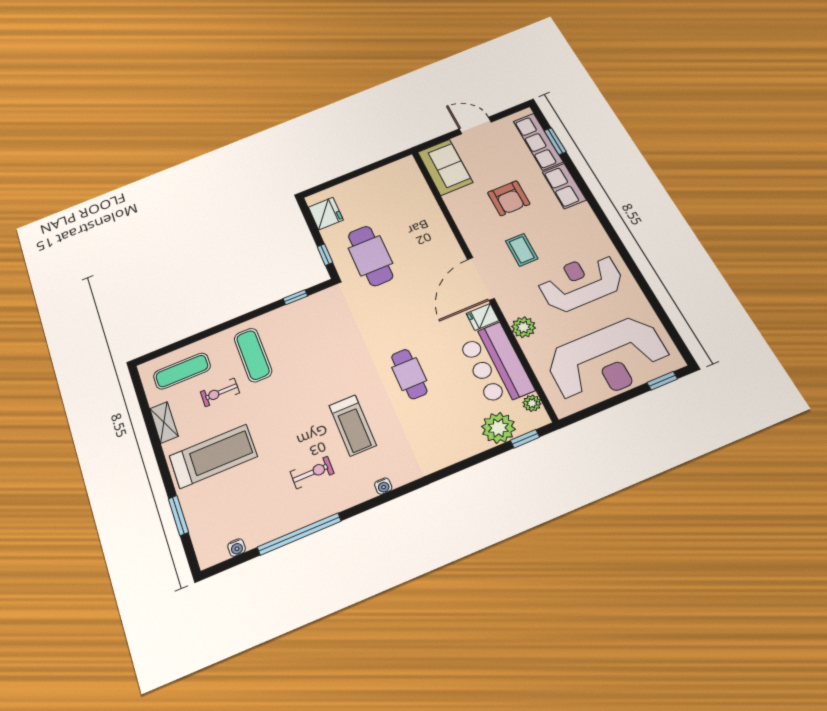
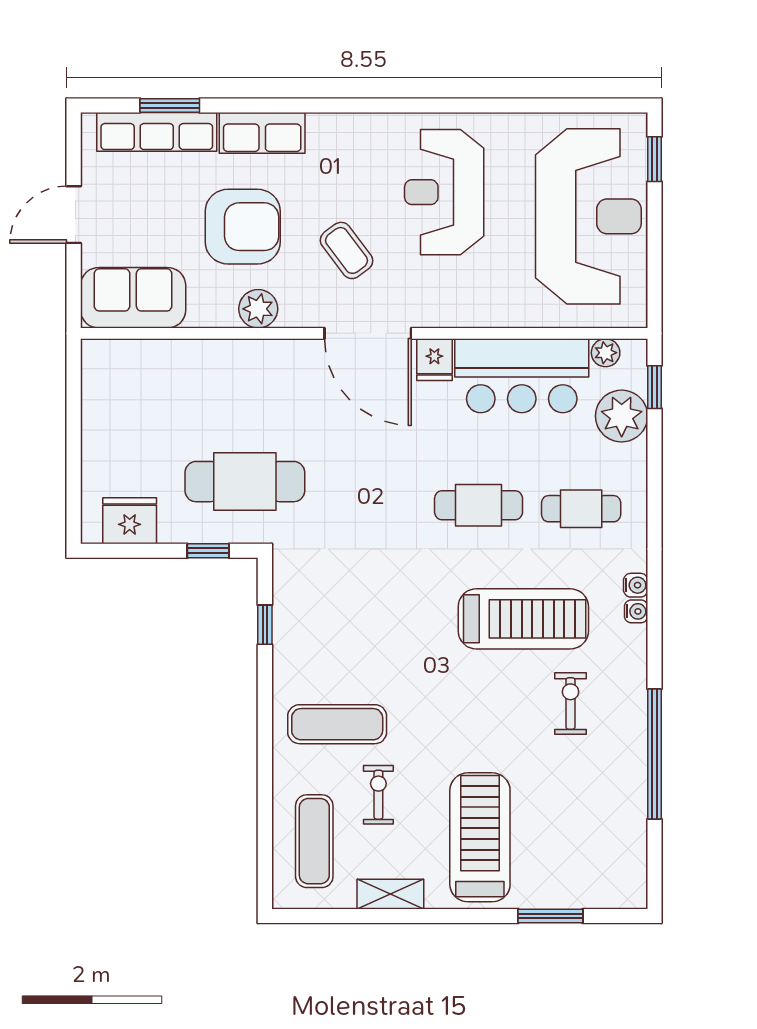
armchair: (509, 198) -> (243, 227), width x1.36, depth x1.36
coffee table: (522, 250) -> (347, 250), turned 53
plant: (523, 327) -> (258, 309), moved
exercise bike: (220, 392) -> (378, 795), turned 180
treadmill: (353, 425) -> (523, 619), width x1.37, depth x1.38
cafe table: (432, 429) -> (581, 509), added
water cooler: (237, 548) -> (636, 585), moved

